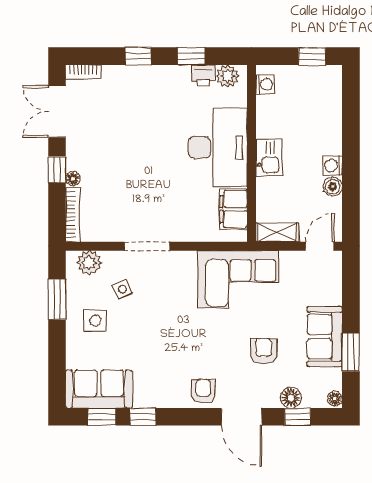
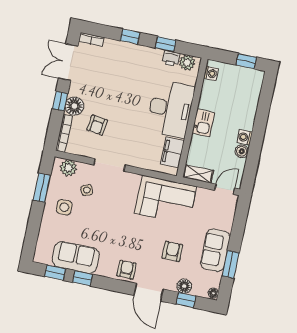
floor lamp: (73, 179) -> (74, 106), width x1.89, depth x1.89
armchair: (118, 193) -> (97, 125), added
sofa: (99, 389) -> (76, 257), moved

